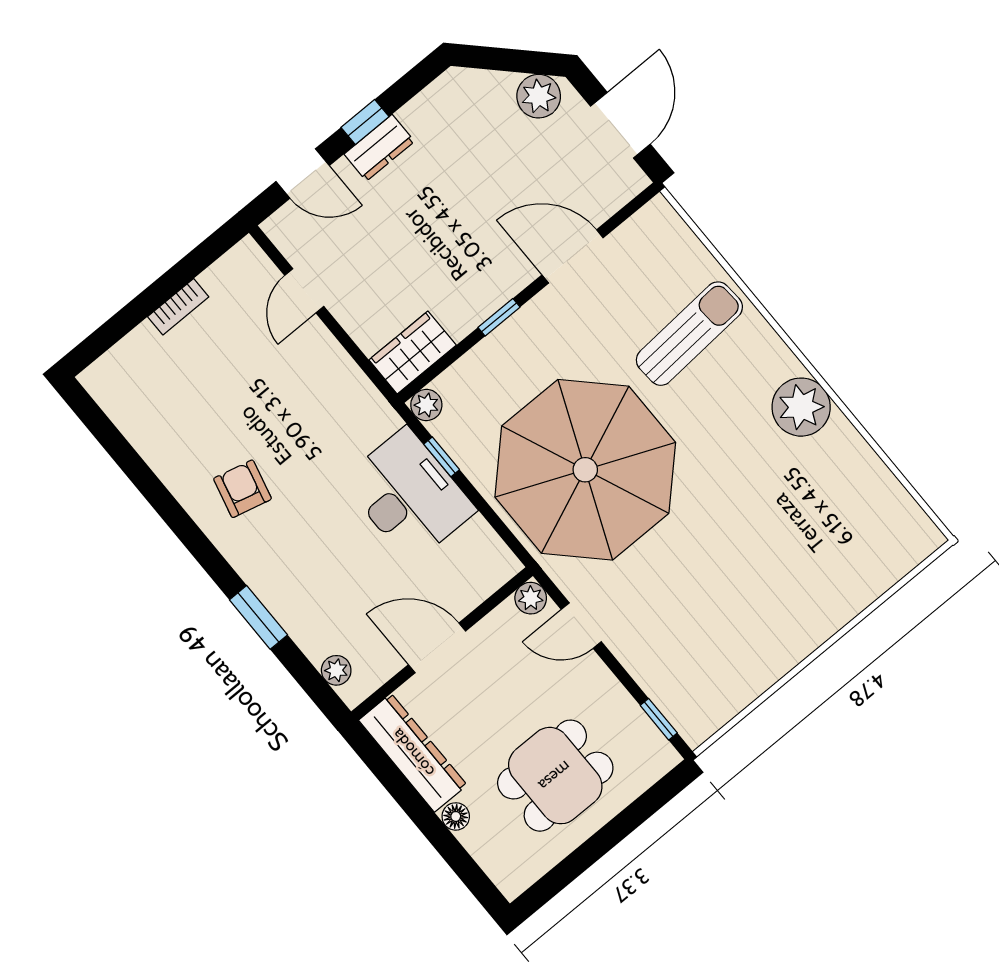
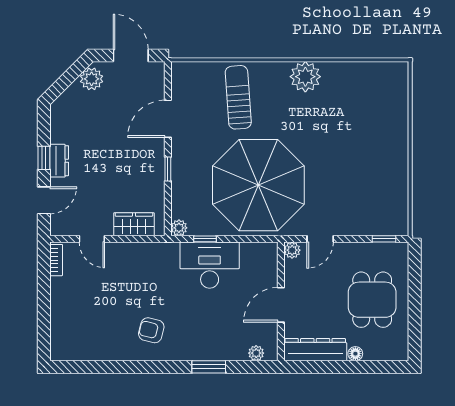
bookcase: (178, 307) -> (56, 260), moved
wardrobe: (413, 353) -> (134, 224), moved, turned 90

